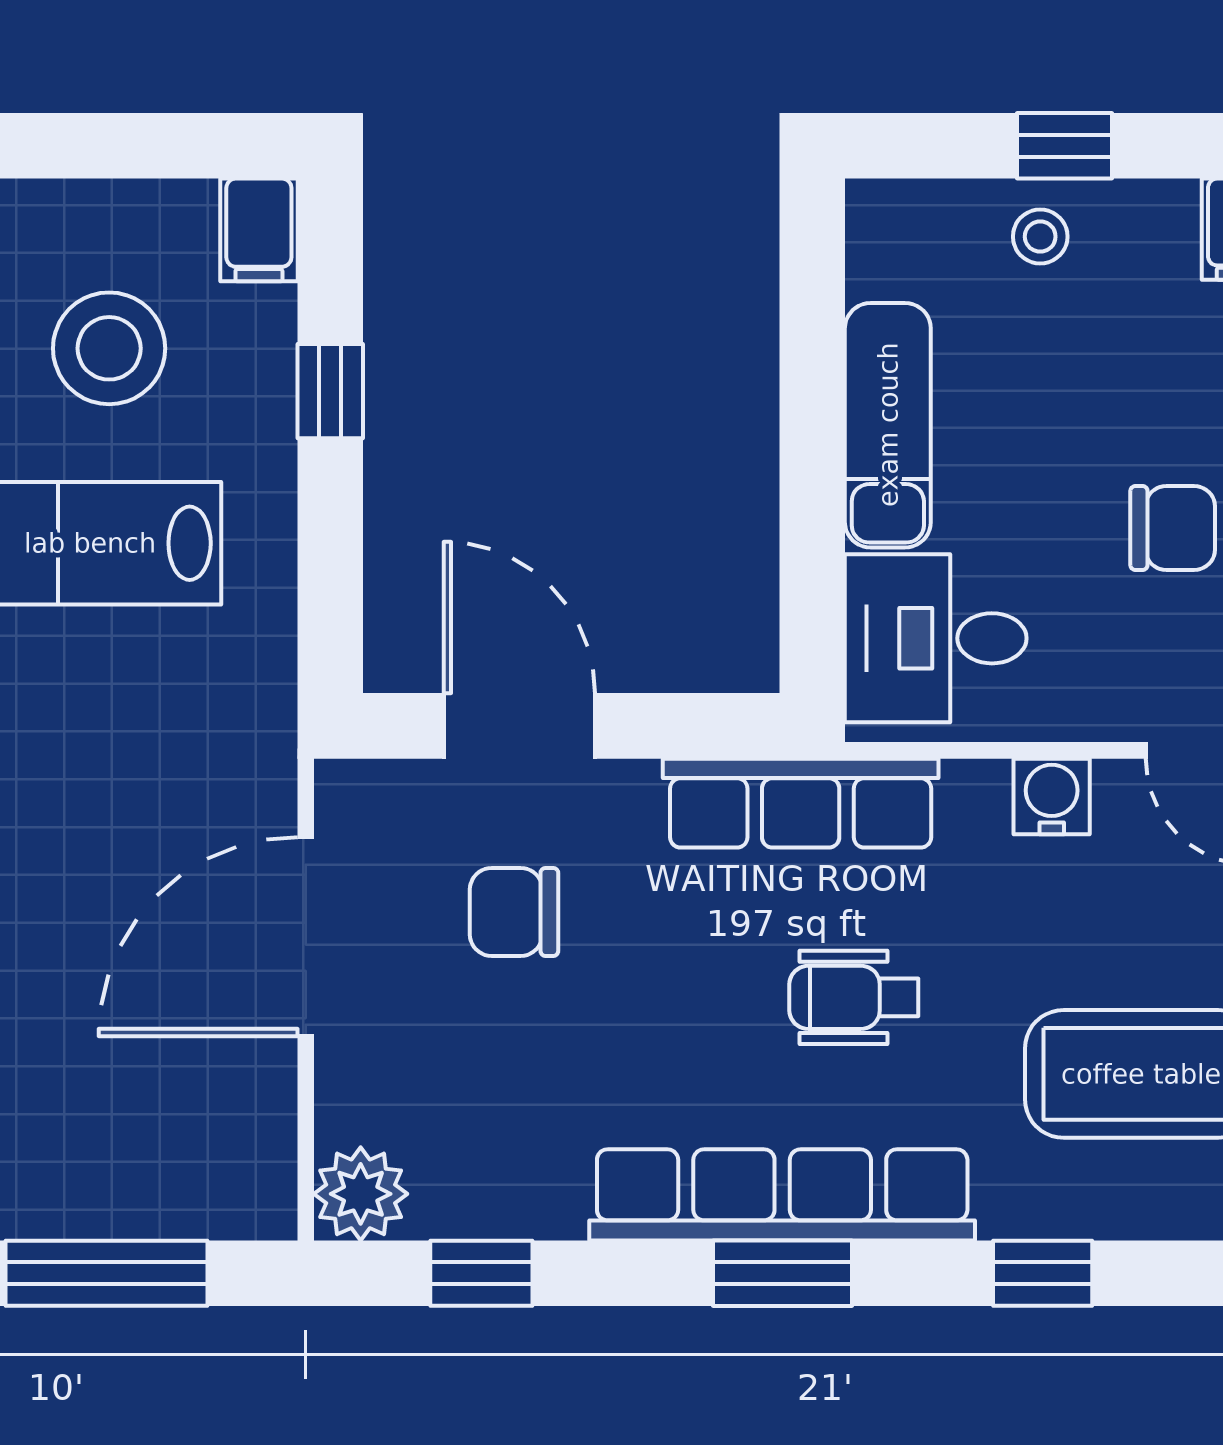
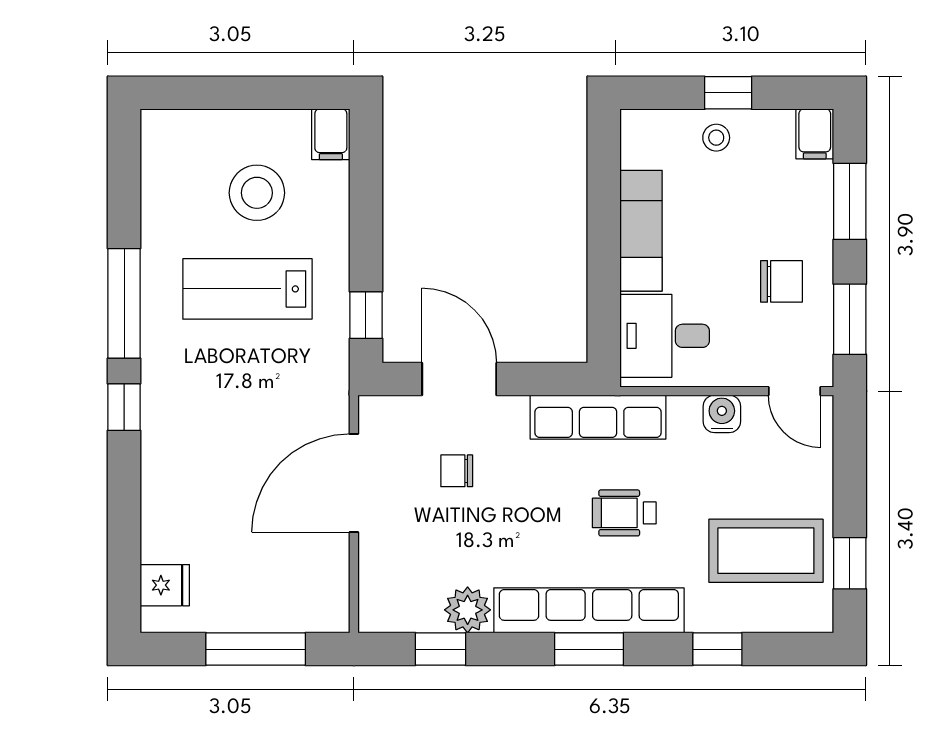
window: (330, 391) -> (366, 315), moved
chair: (514, 912) -> (457, 471), width x0.73, depth x0.73
plant: (361, 1194) -> (468, 610), moved

